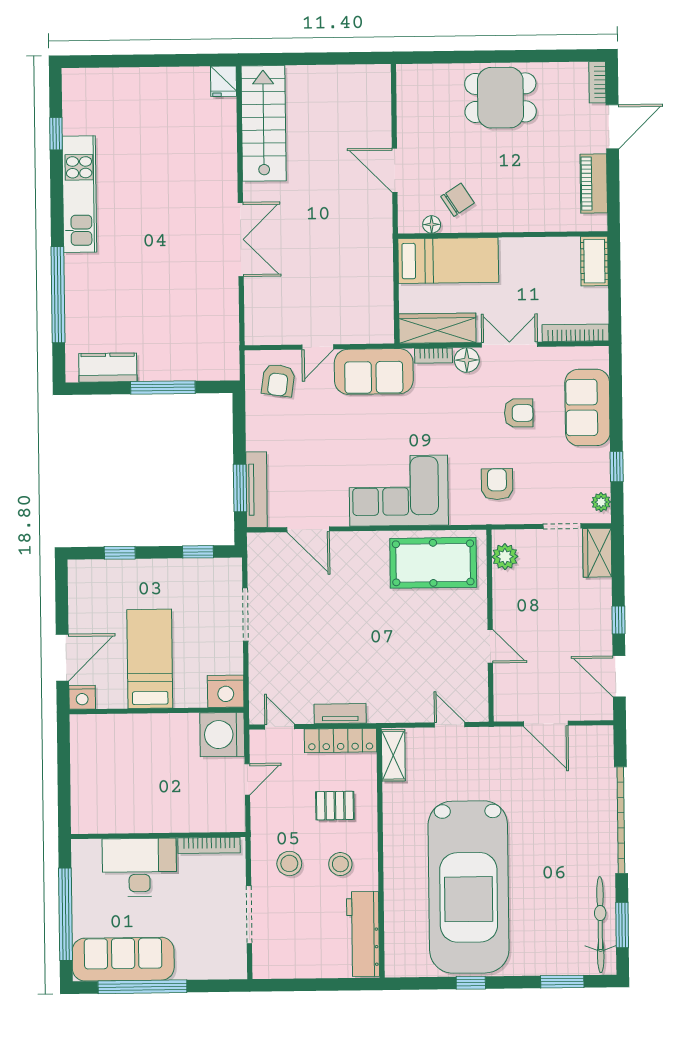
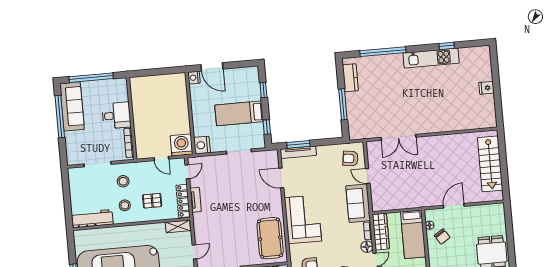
fridge: (224, 81) -> (486, 88), moved
stairs: (264, 123) -> (490, 164), moved, turned 90
window: (56, 134) -> (447, 46), moved
double door: (241, 239) -> (398, 137), moved
door: (308, 529) -> (281, 178), hinge flipped
bed: (150, 659) -> (239, 113), moved, turned 180
pallet: (335, 806) -> (152, 201), turned 90
desk: (139, 867) -> (116, 115), width x0.73

